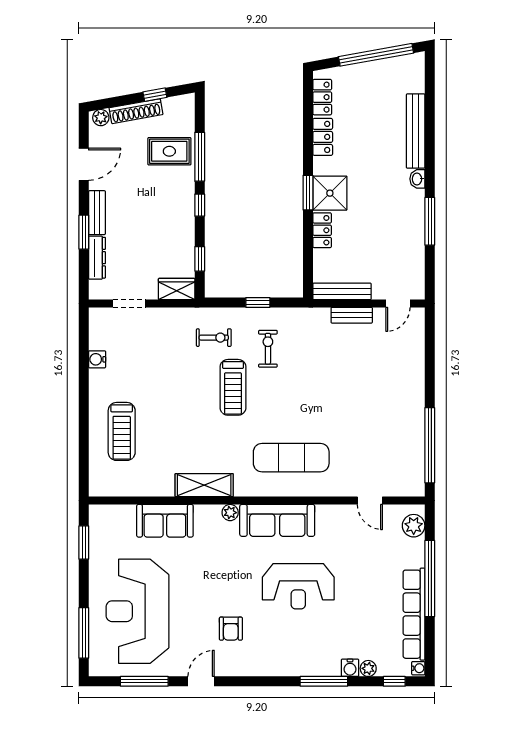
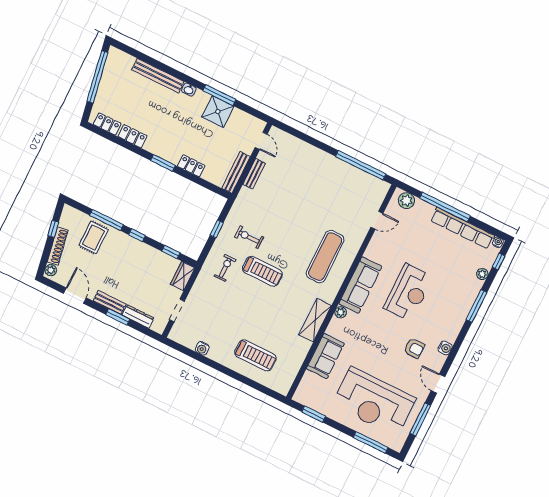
shower: (330, 193) -> (218, 112), moved
water cooler: (350, 668) -> (445, 348), moved

